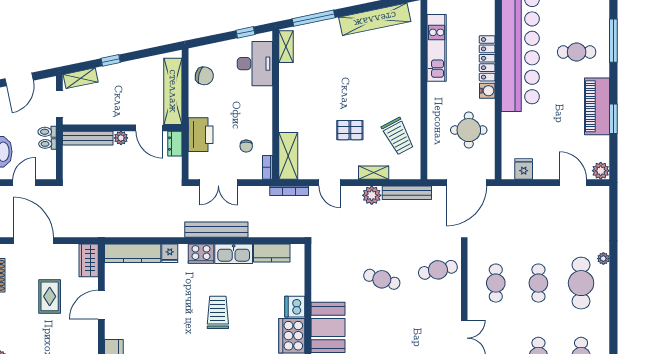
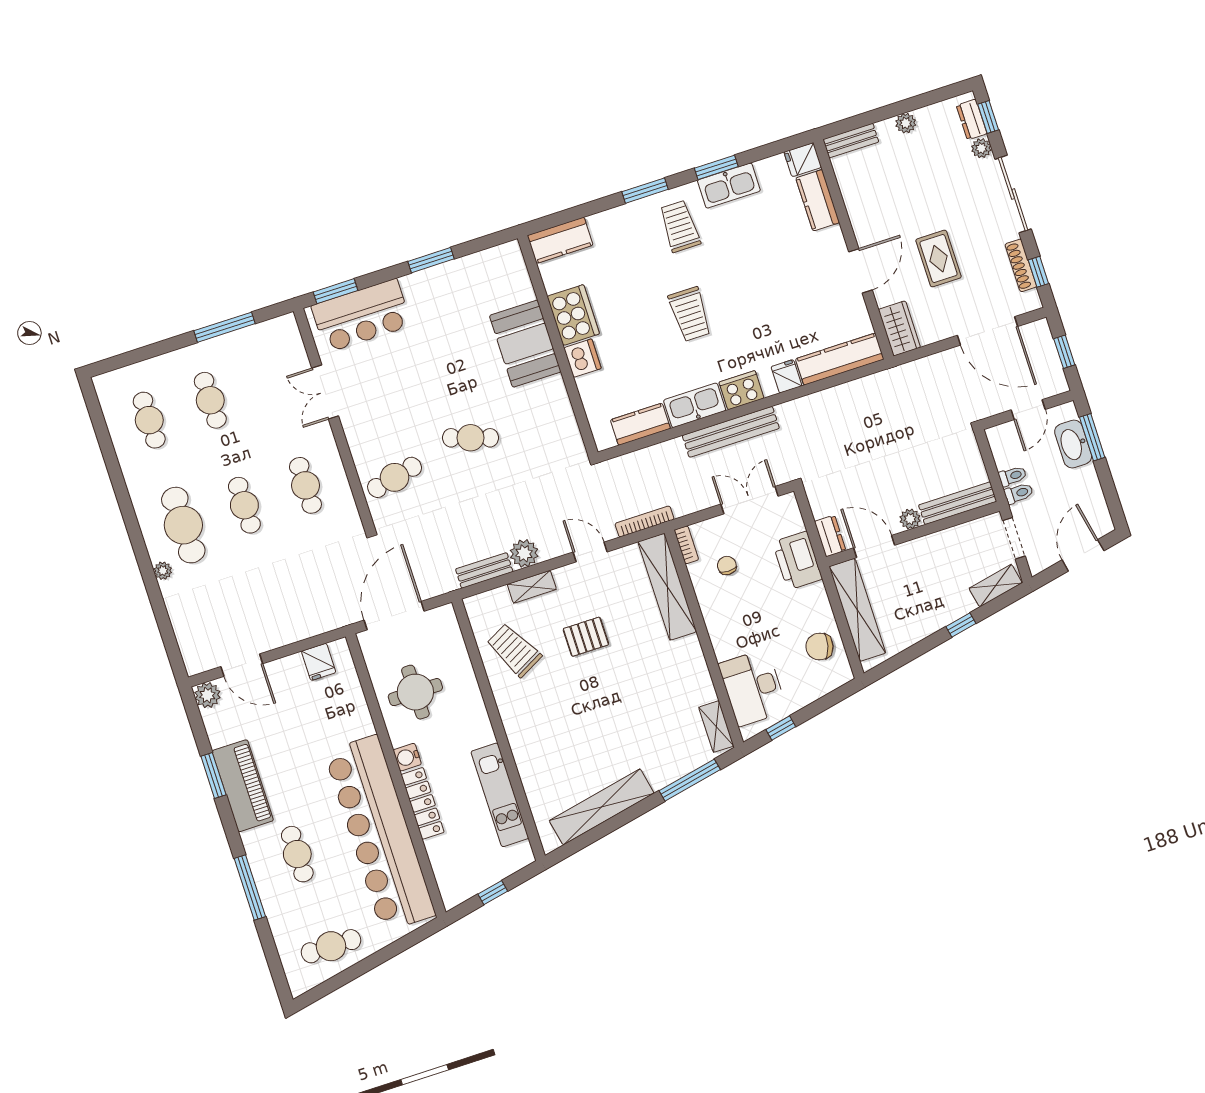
cafe table: (577, 52) -> (297, 854), turned 90
shelving: (288, 156) -> (667, 587), width x1.47
bench: (407, 193) -> (484, 570), width x0.73

